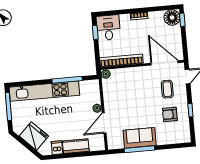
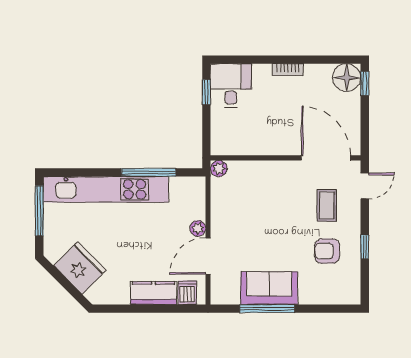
bookcase: (121, 61) -> (249, 147), removed
dishwasher: (57, 148) -> (187, 293), moved

